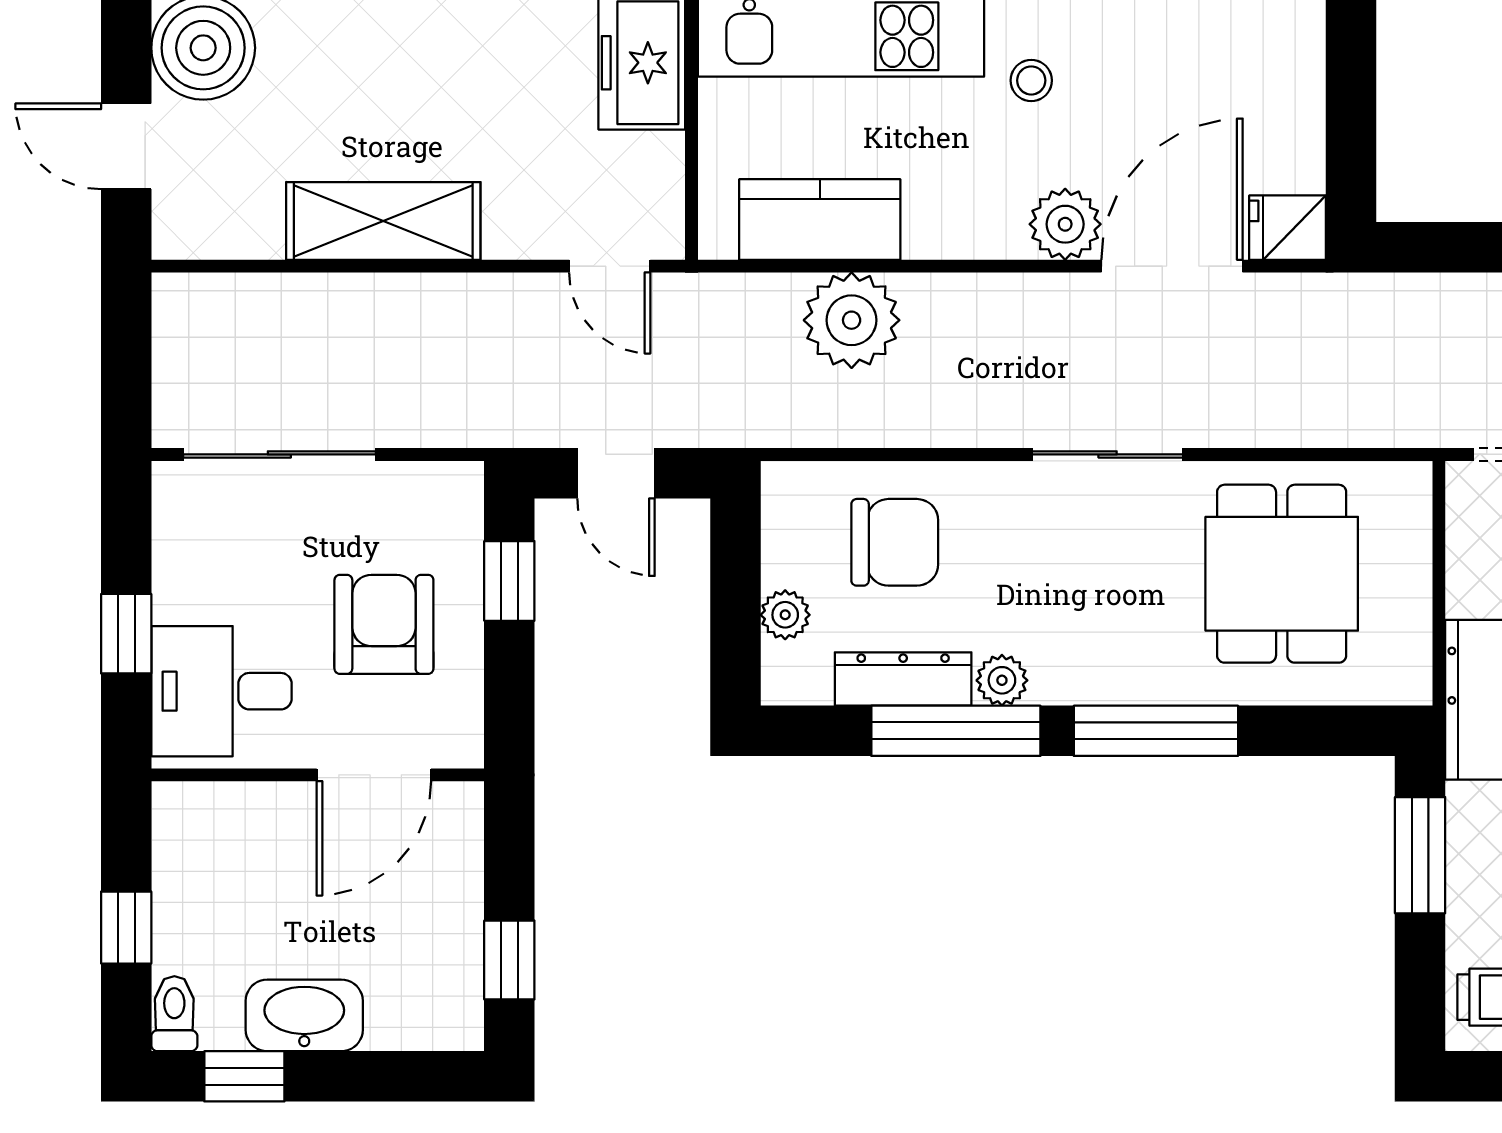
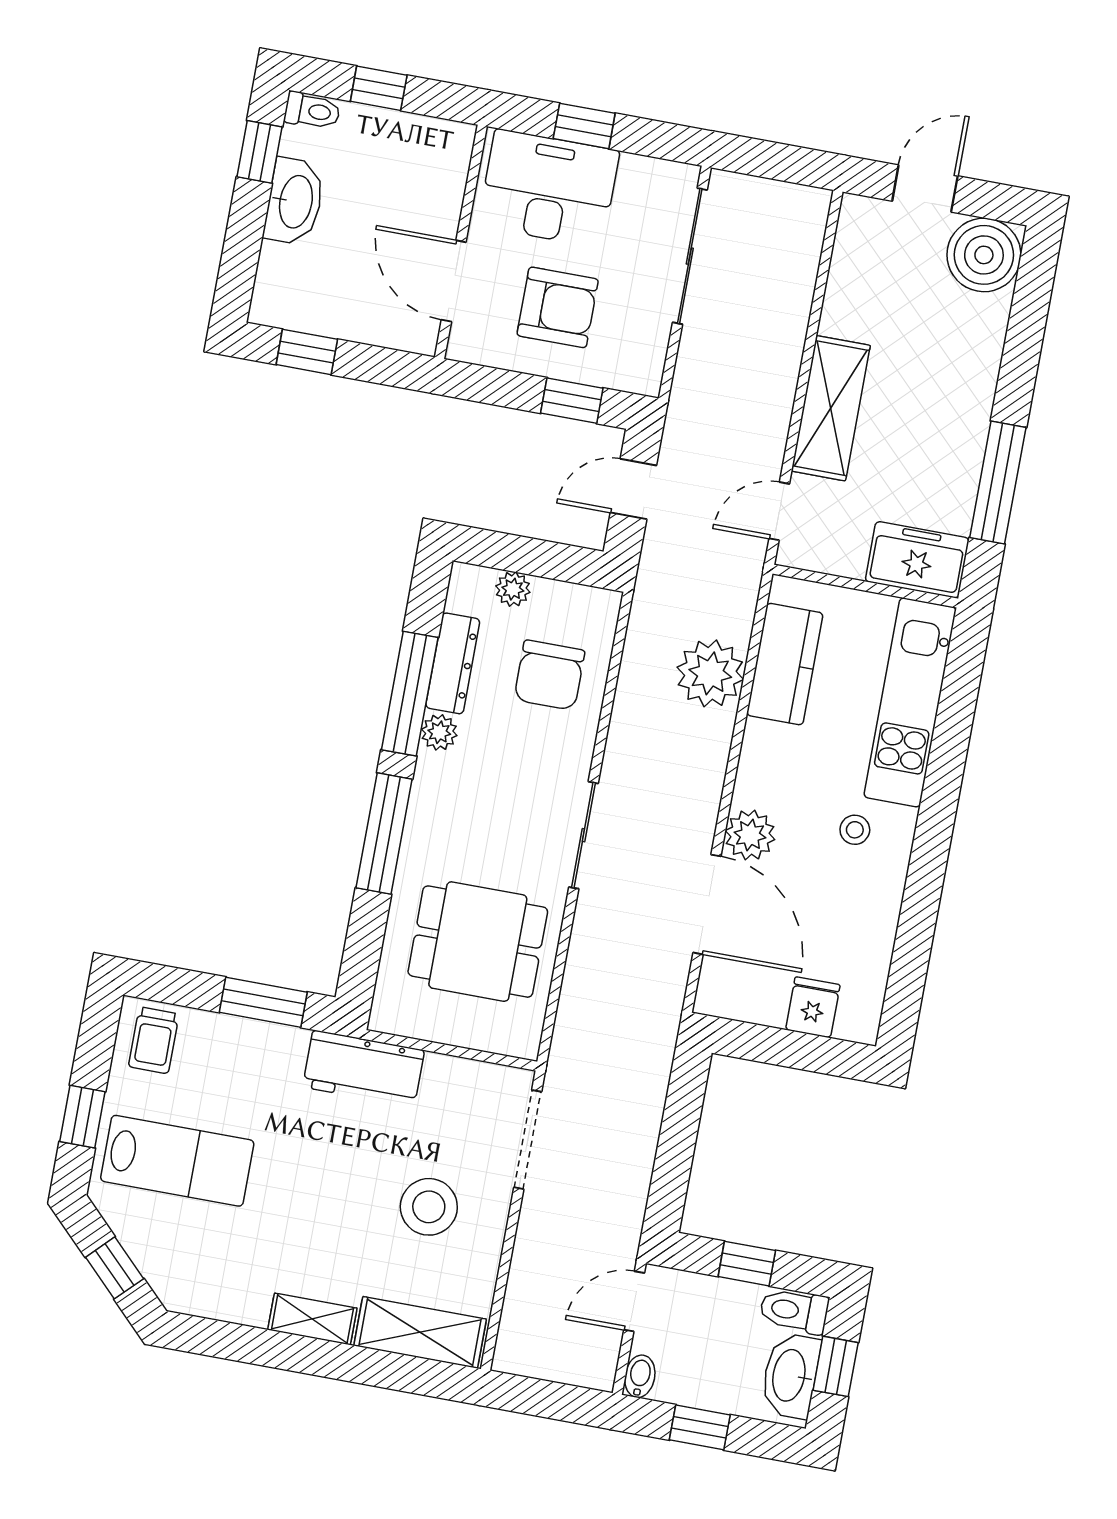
shelving: (383, 221) -> (831, 408), moved
fridge: (1288, 228) -> (813, 1007), moved
desk: (221, 691) -> (549, 188), width x1.37

